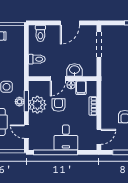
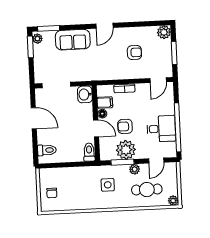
toilet: (37, 59) -> (89, 152), moved
washbasin: (74, 70) -> (85, 94), moved
plant: (19, 102) -> (135, 169), moved
door: (99, 137) -> (158, 80), swing flipped
desk: (66, 138) -> (161, 129), moved

